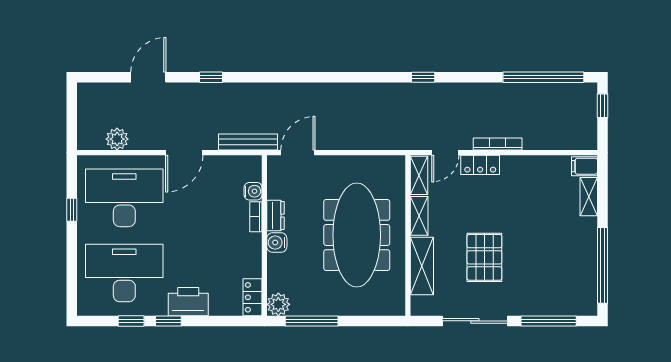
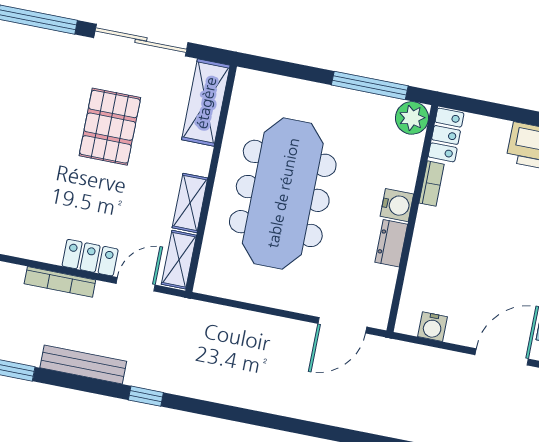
bench: (248, 142) -> (83, 364), moved
water cooler: (253, 191) -> (432, 327), moved, turned -90
bookcase: (256, 217) -> (432, 184), moved
shelving: (422, 266) -> (206, 103), moved

